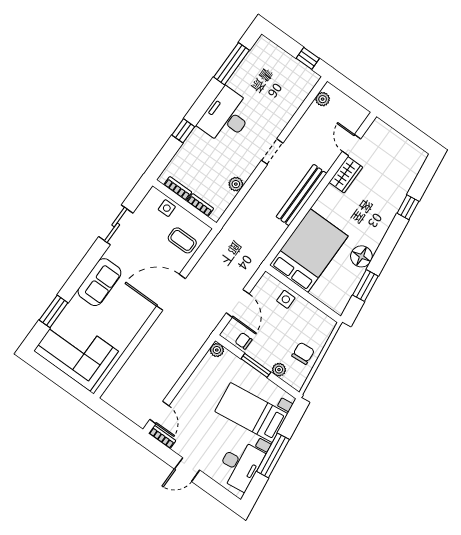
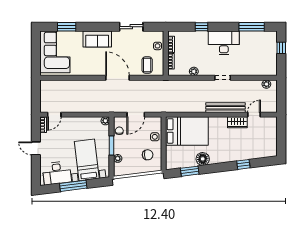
window: (308, 58) -> (281, 48), moved
bench: (301, 195) -> (226, 108), moved
chair: (303, 353) -> (148, 155), moved

